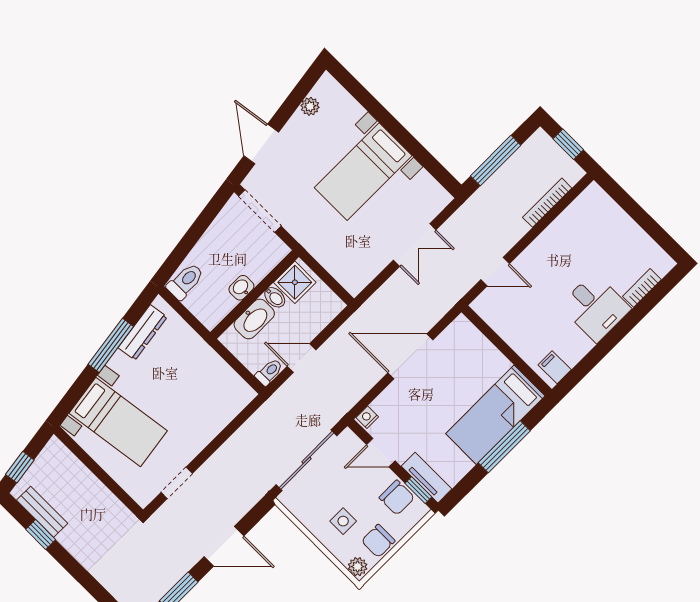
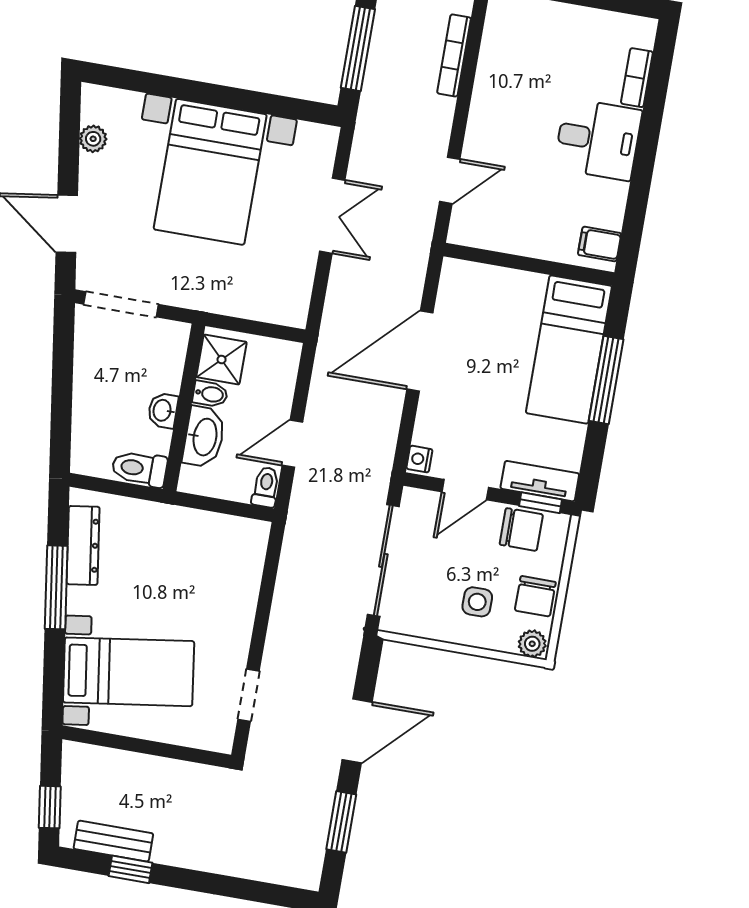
bed with nightstands: (363, 172) -> (210, 172), width x1.36
toilet: (185, 281) -> (139, 469), moved, turned -90

